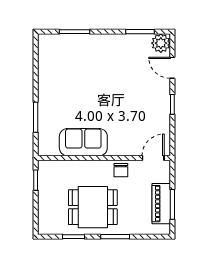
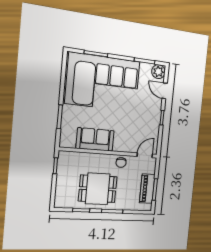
corner sofa: (87, 67) -> (103, 82), added

